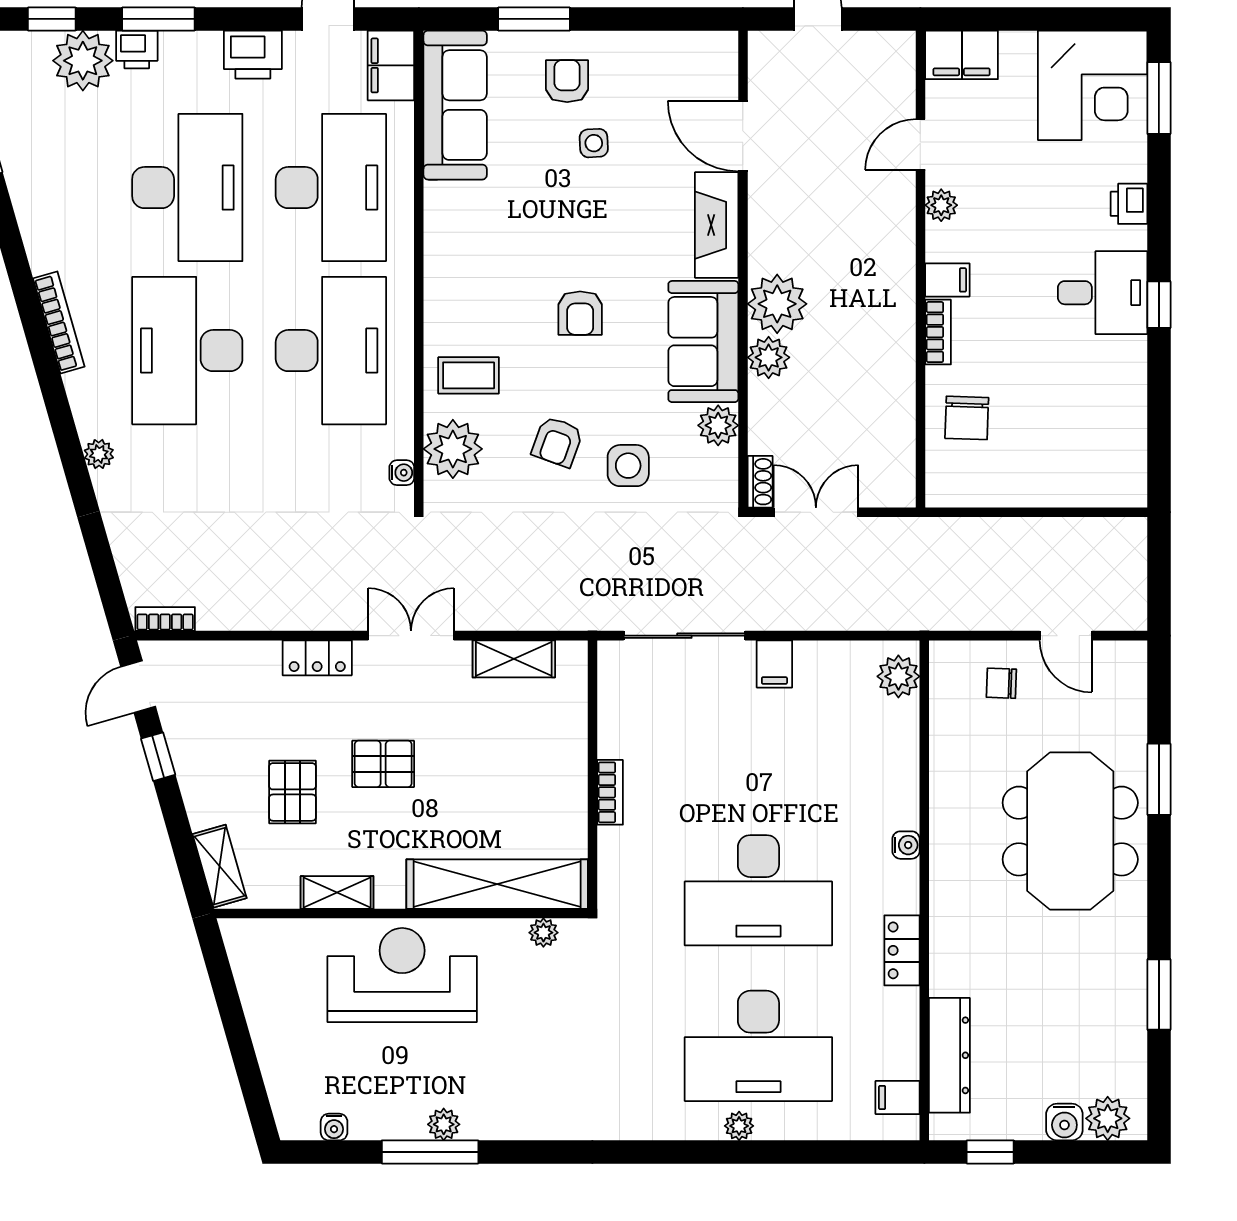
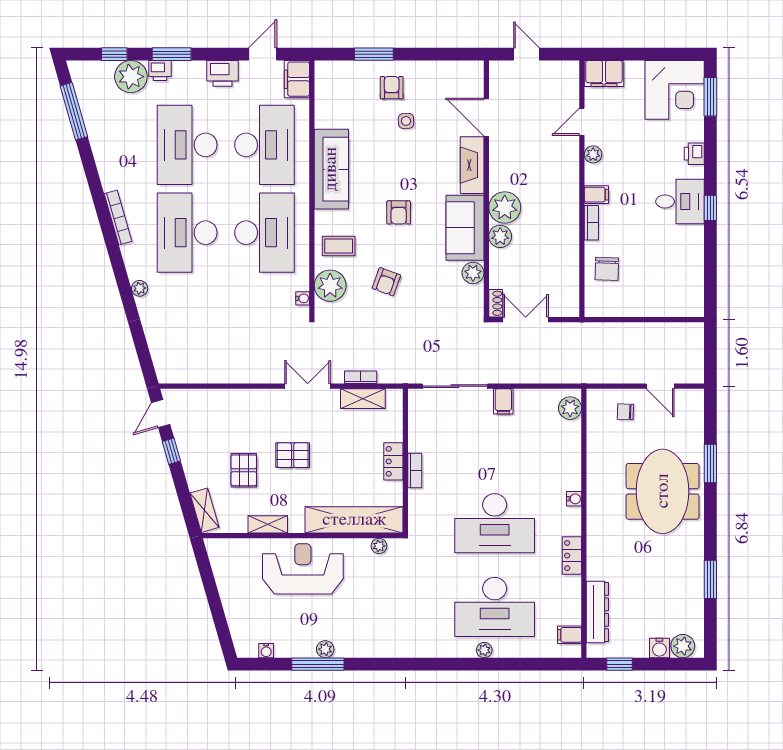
sofa: (455, 105) -> (331, 169), moved
desk: (187, 188) -> (187, 145), turned 180
side table: (628, 466) -> (425, 295), removed
bookcase: (165, 619) -> (361, 377), moved
locker: (317, 658) -> (393, 461), moved, turned 90

